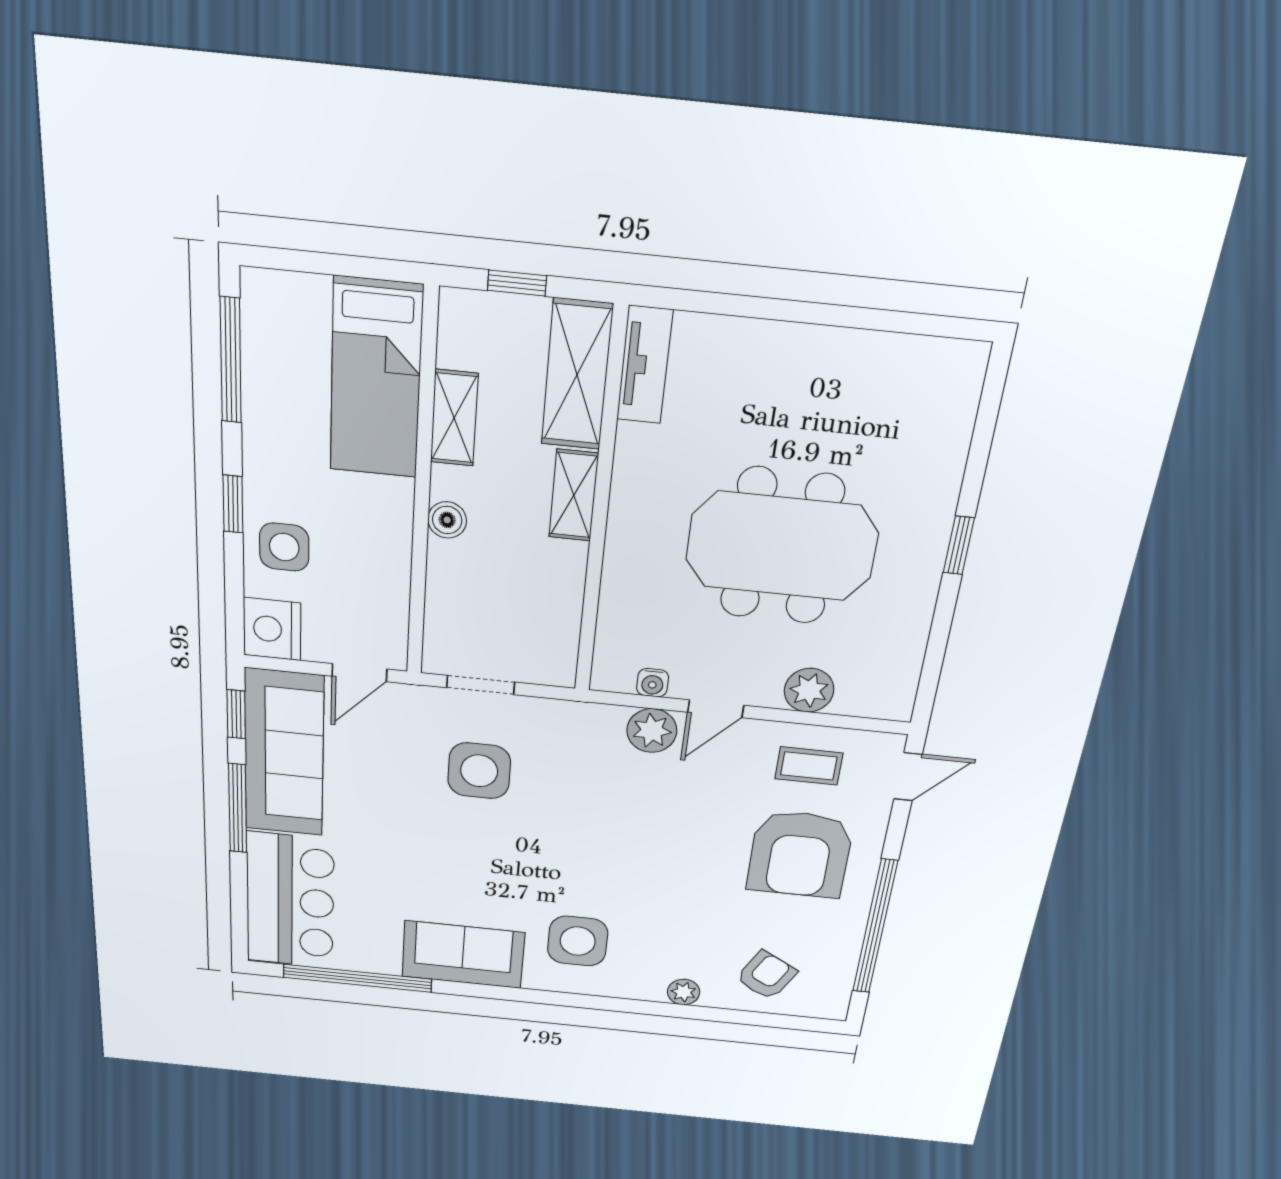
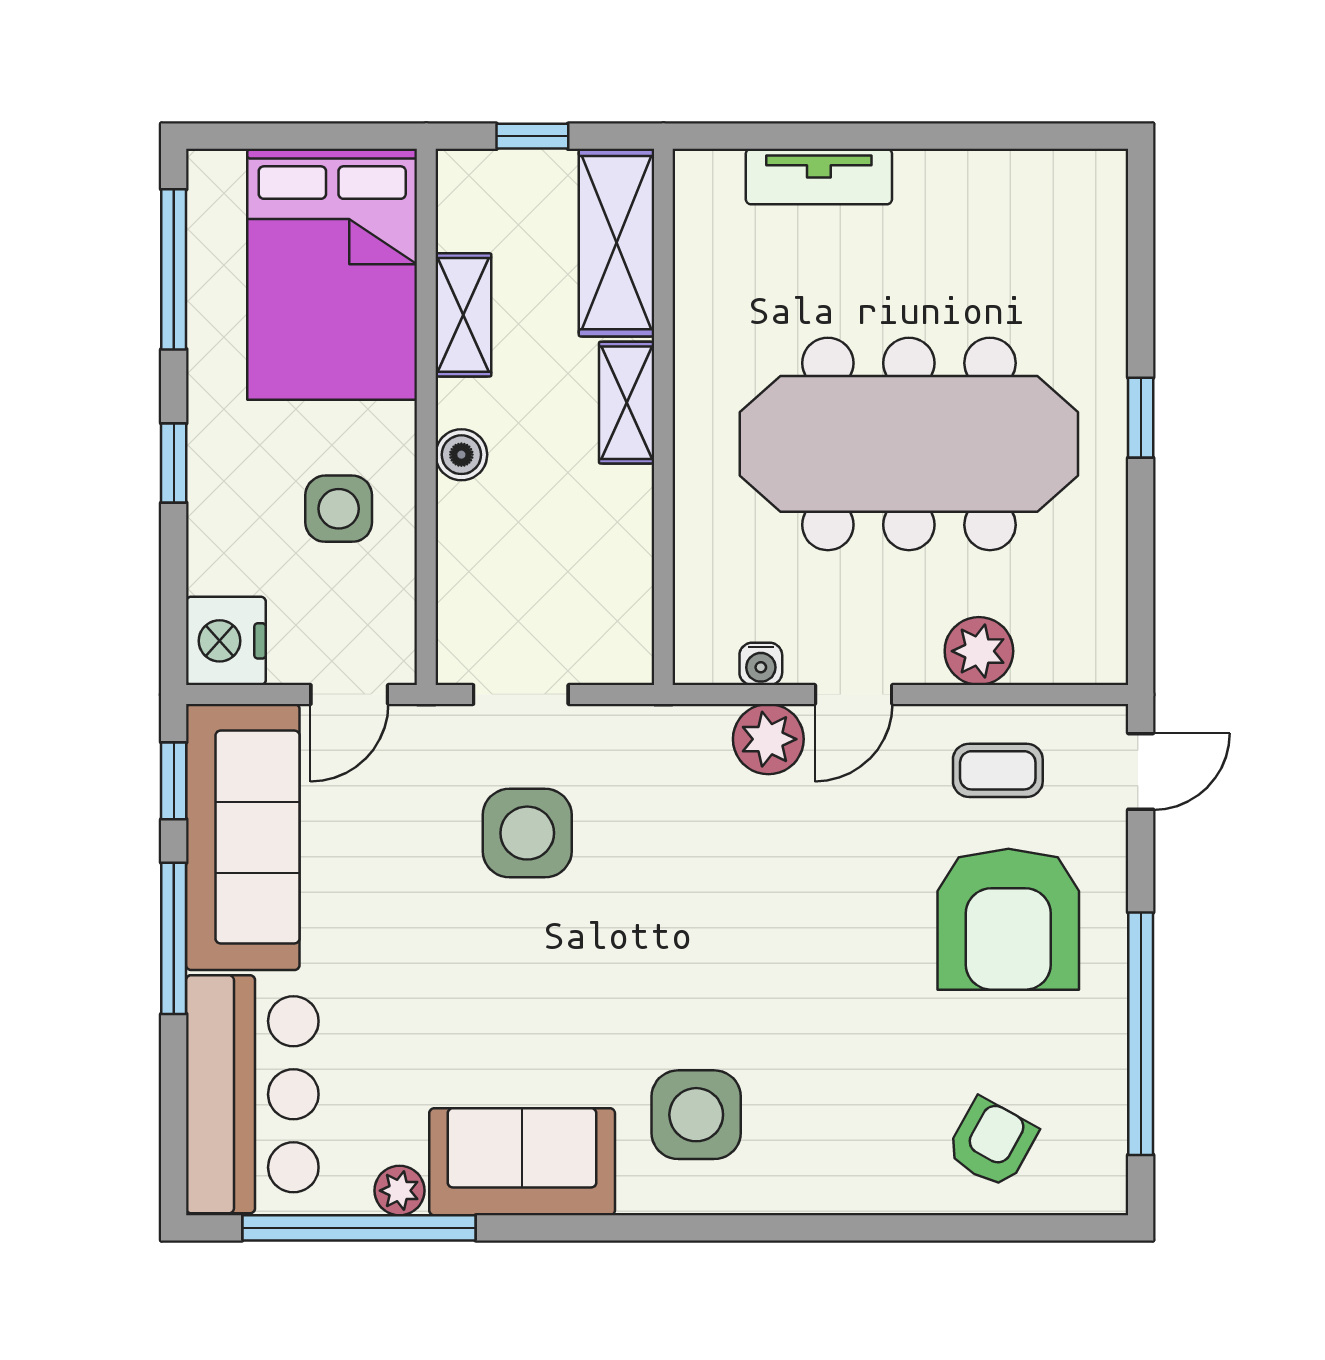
tv unit: (645, 365) -> (819, 176), moved, turned 90
bed: (376, 379) -> (332, 274), width x1.50
meeting table: (782, 546) -> (909, 444), width x1.36
side table: (284, 547) -> (339, 509), moved
plant: (684, 992) -> (399, 1191), moved

